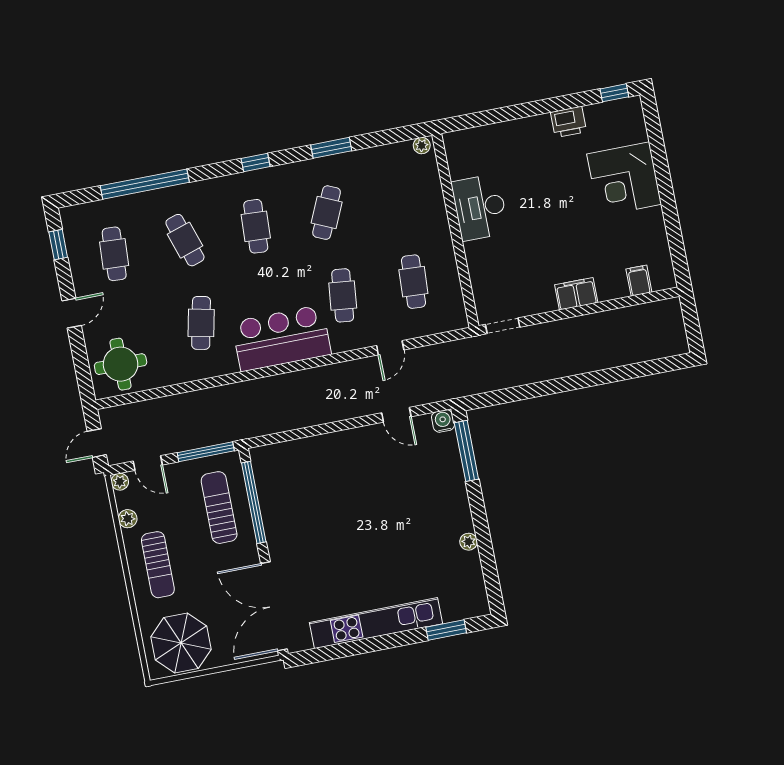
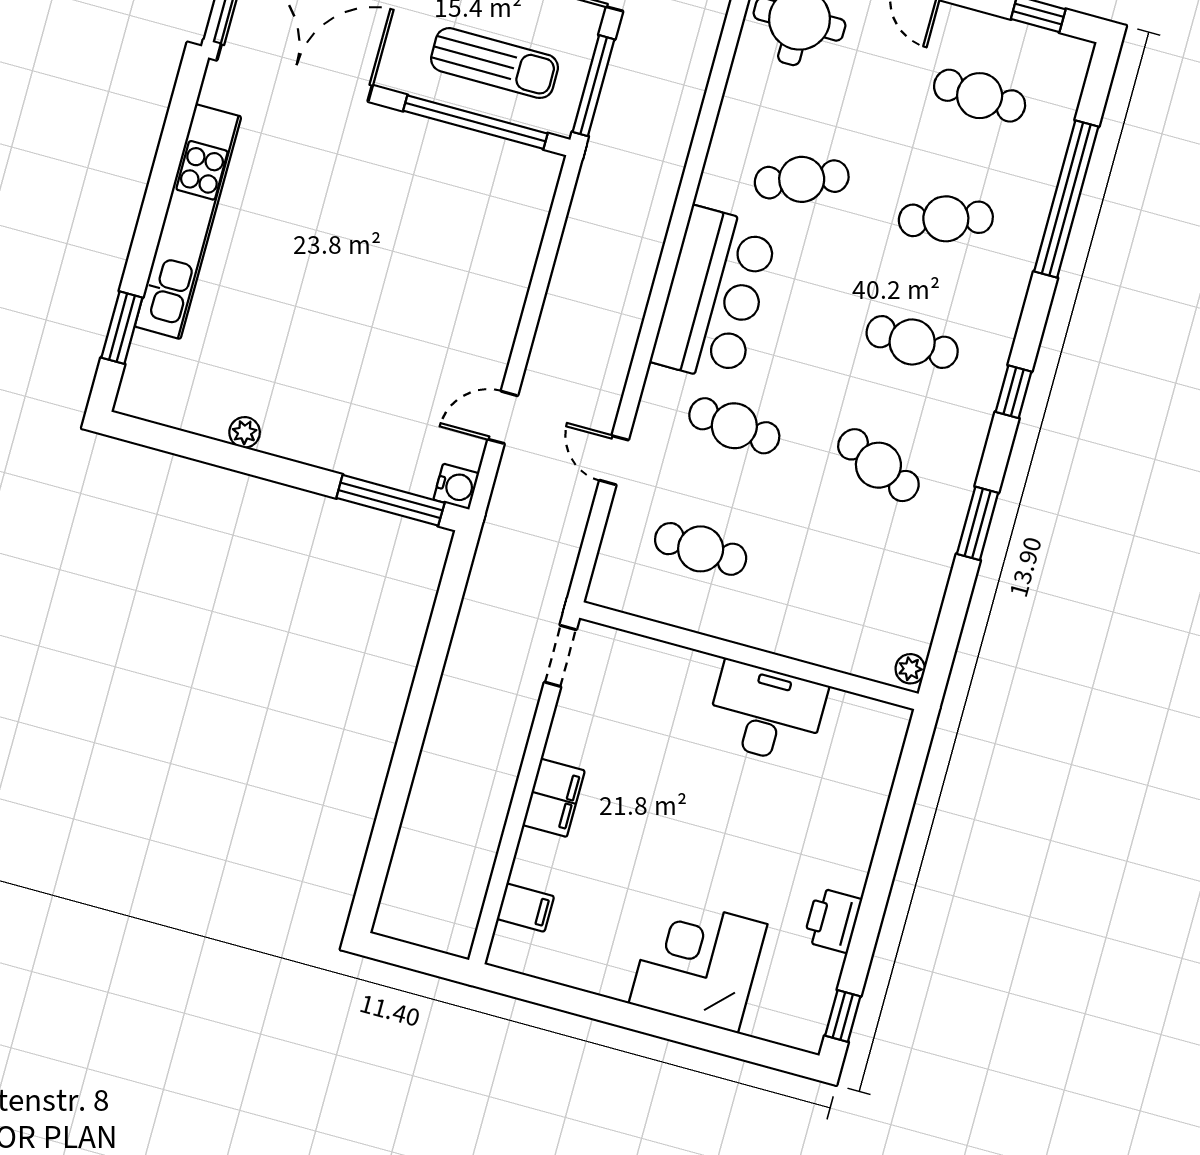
cafe table: (201, 323) -> (802, 179), turned -33

